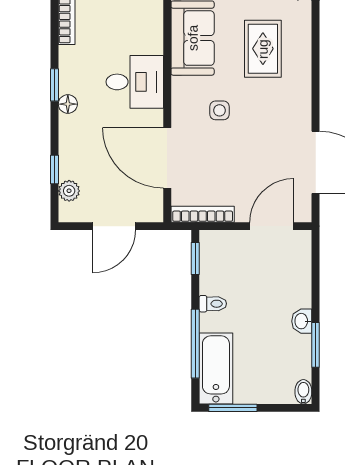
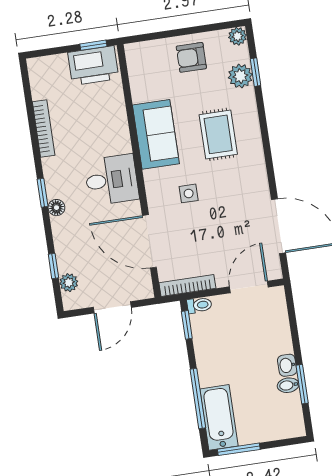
toilet: (213, 304) -> (199, 305), moved
bidet: (303, 392) -> (288, 385), moved, turned -90

